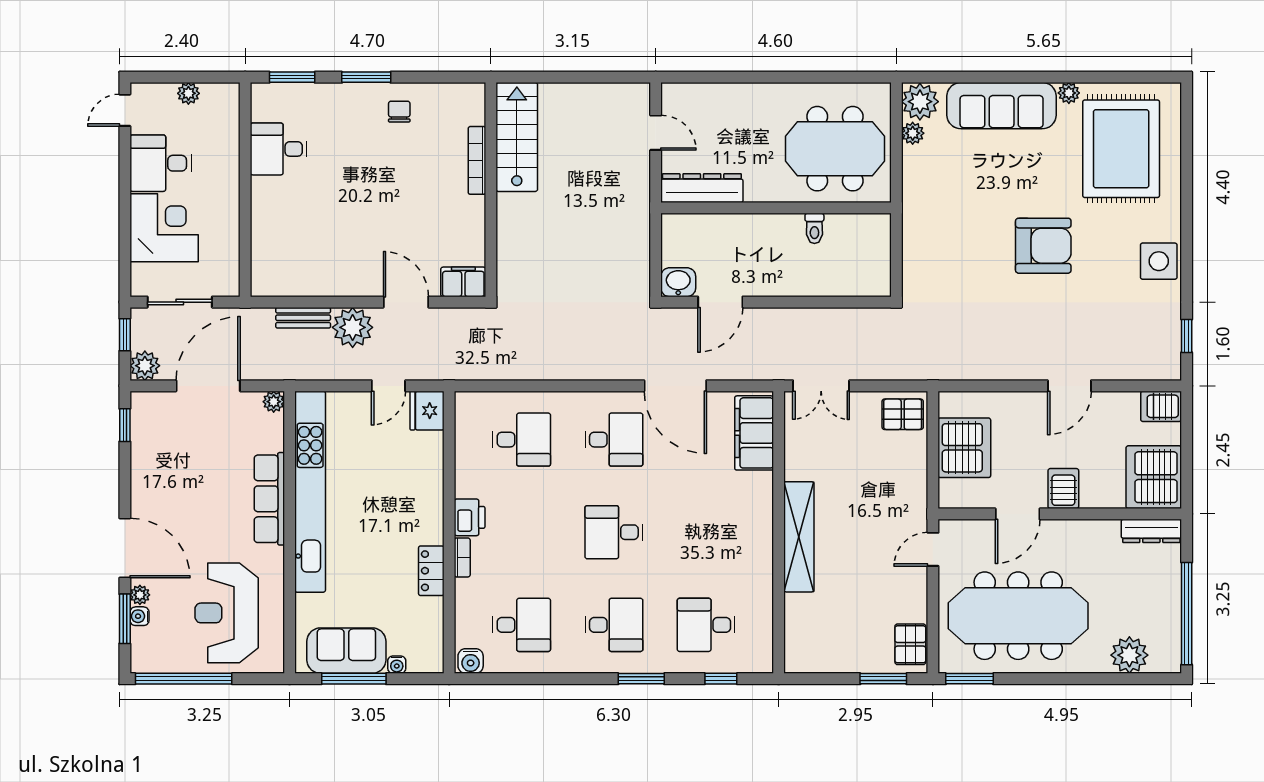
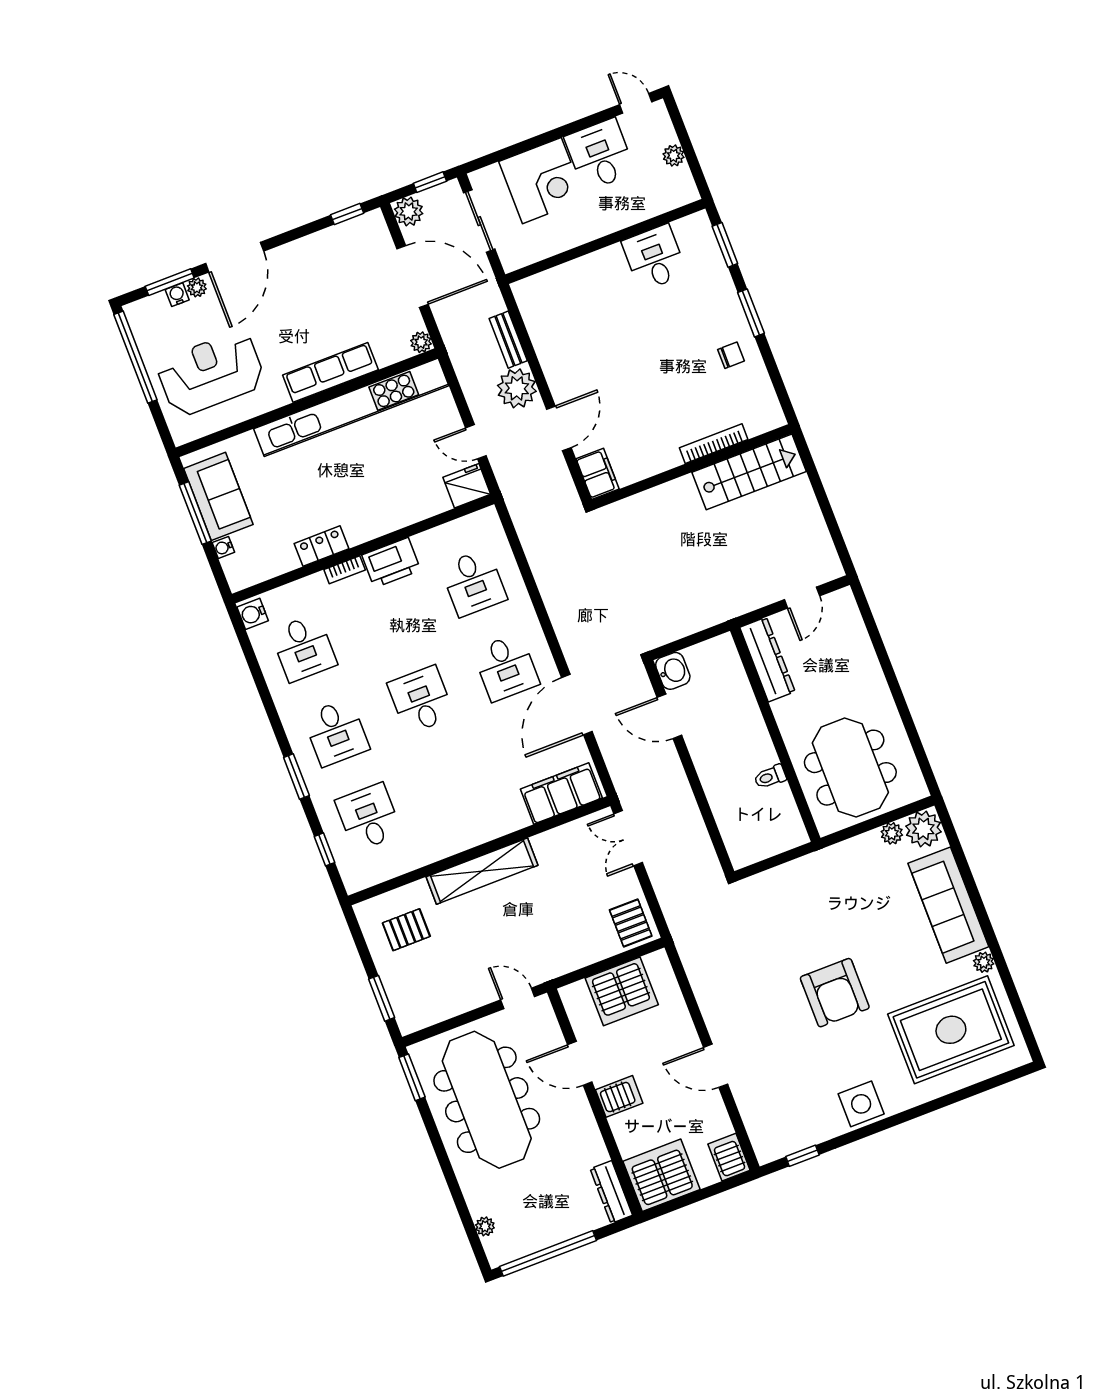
printer: (470, 517) -> (391, 563), width x1.37, depth x1.19
pallet: (910, 644) -> (406, 930), moved
plant: (1129, 655) -> (485, 1226), width x0.53, depth x0.53

